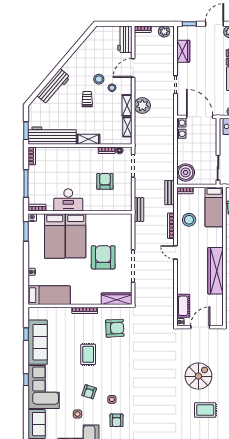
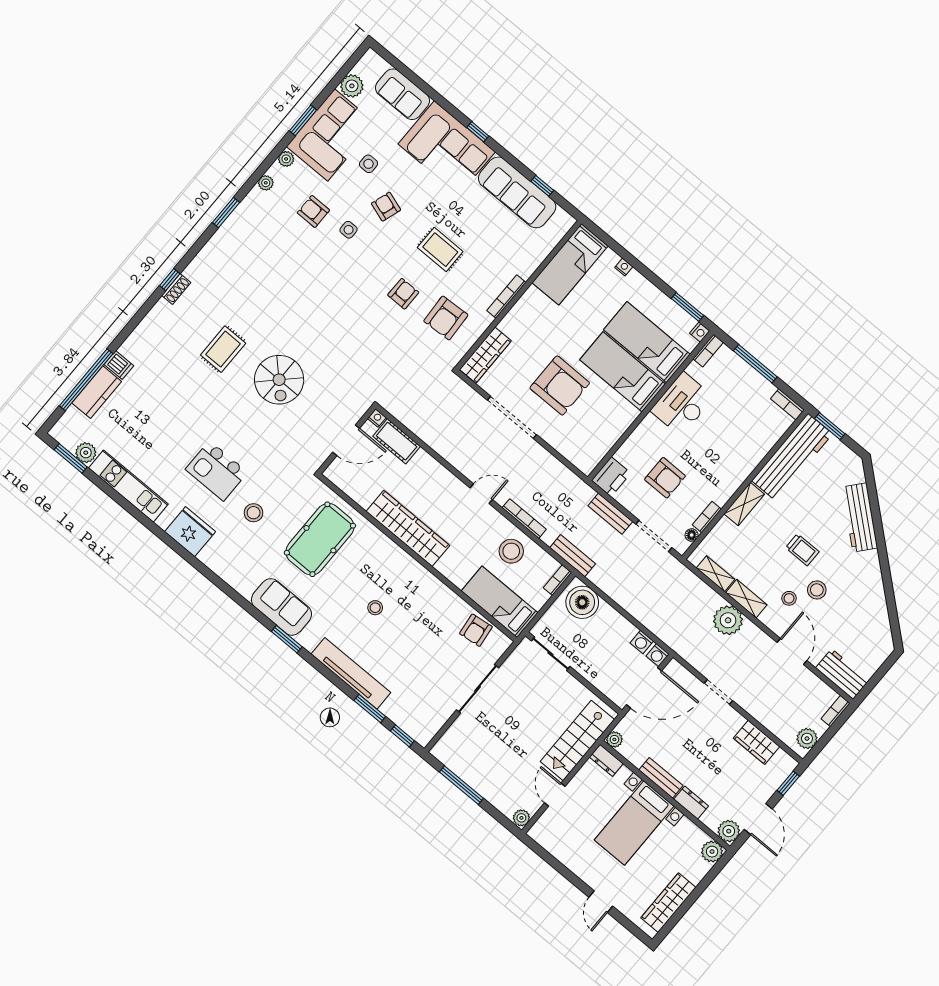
printer: (123, 204) -> (611, 477), added
bench: (139, 210) -> (610, 514), moved
door: (200, 327) -> (346, 440), hinge flipped
armchair: (119, 354) -> (403, 294), added

